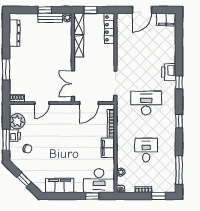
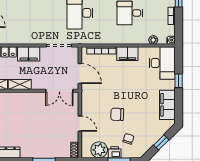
filing cabinet: (108, 55) -> (29, 54), added
chair: (51, 138) -> (117, 114), added
window: (92, 196) -> (179, 81), moved

